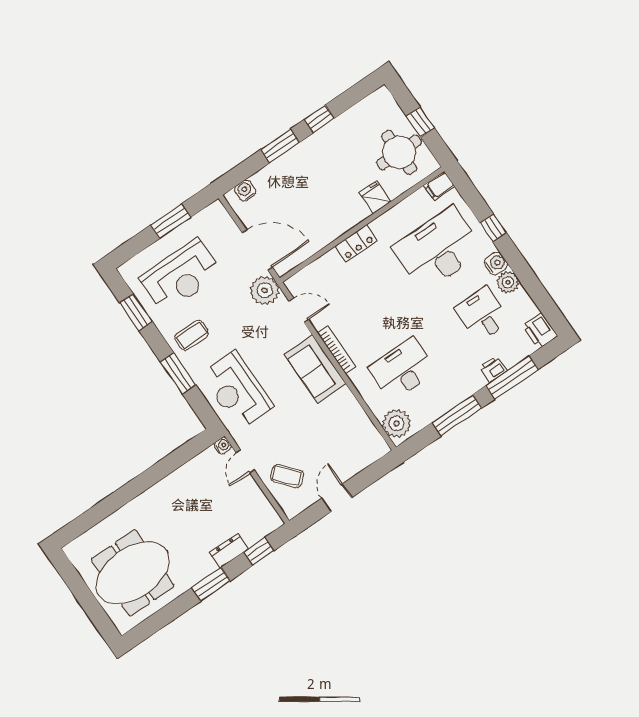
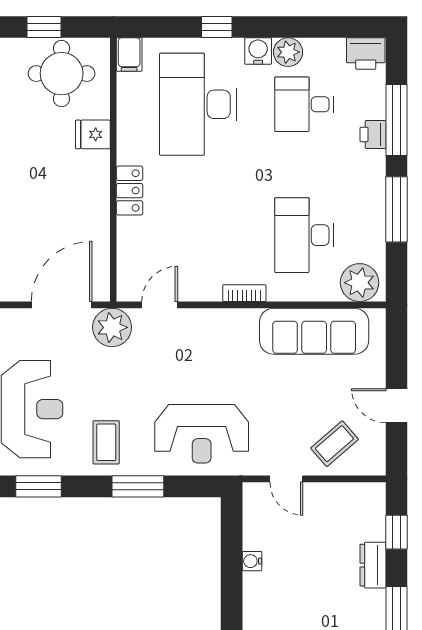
bookcase: (336, 350) -> (244, 293), width x0.64
sofa: (315, 369) -> (314, 331), moved, width x1.36
water cooler: (223, 446) -> (252, 561), moved, turned -90

